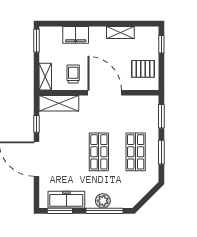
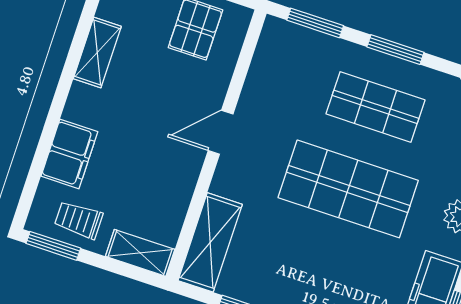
trolley: (73, 74) -> (79, 220), moved
door: (105, 93) -> (221, 132), width x0.53
shop shelf: (99, 152) -> (348, 189), width x1.43, depth x1.36

